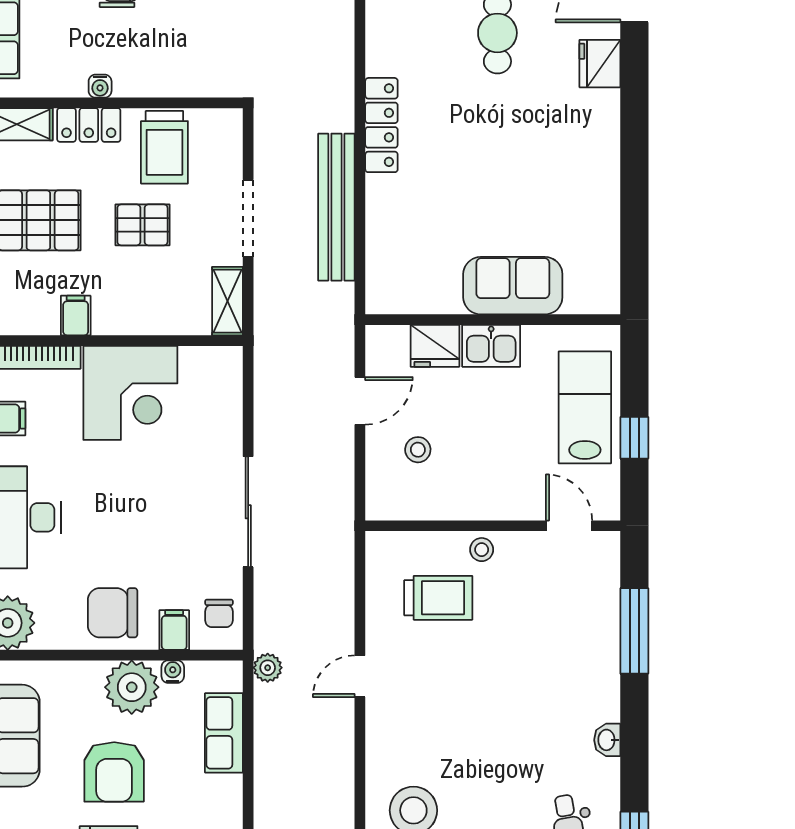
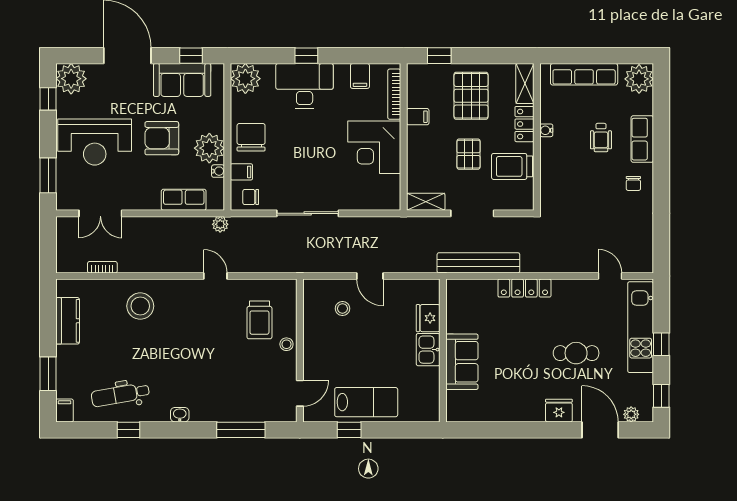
sofa: (513, 286) -> (462, 362), moved
wall: (493, 320) -> (443, 350), moved
fridge: (435, 346) -> (428, 318), moved
kitchen sink: (491, 346) -> (428, 350), moved

